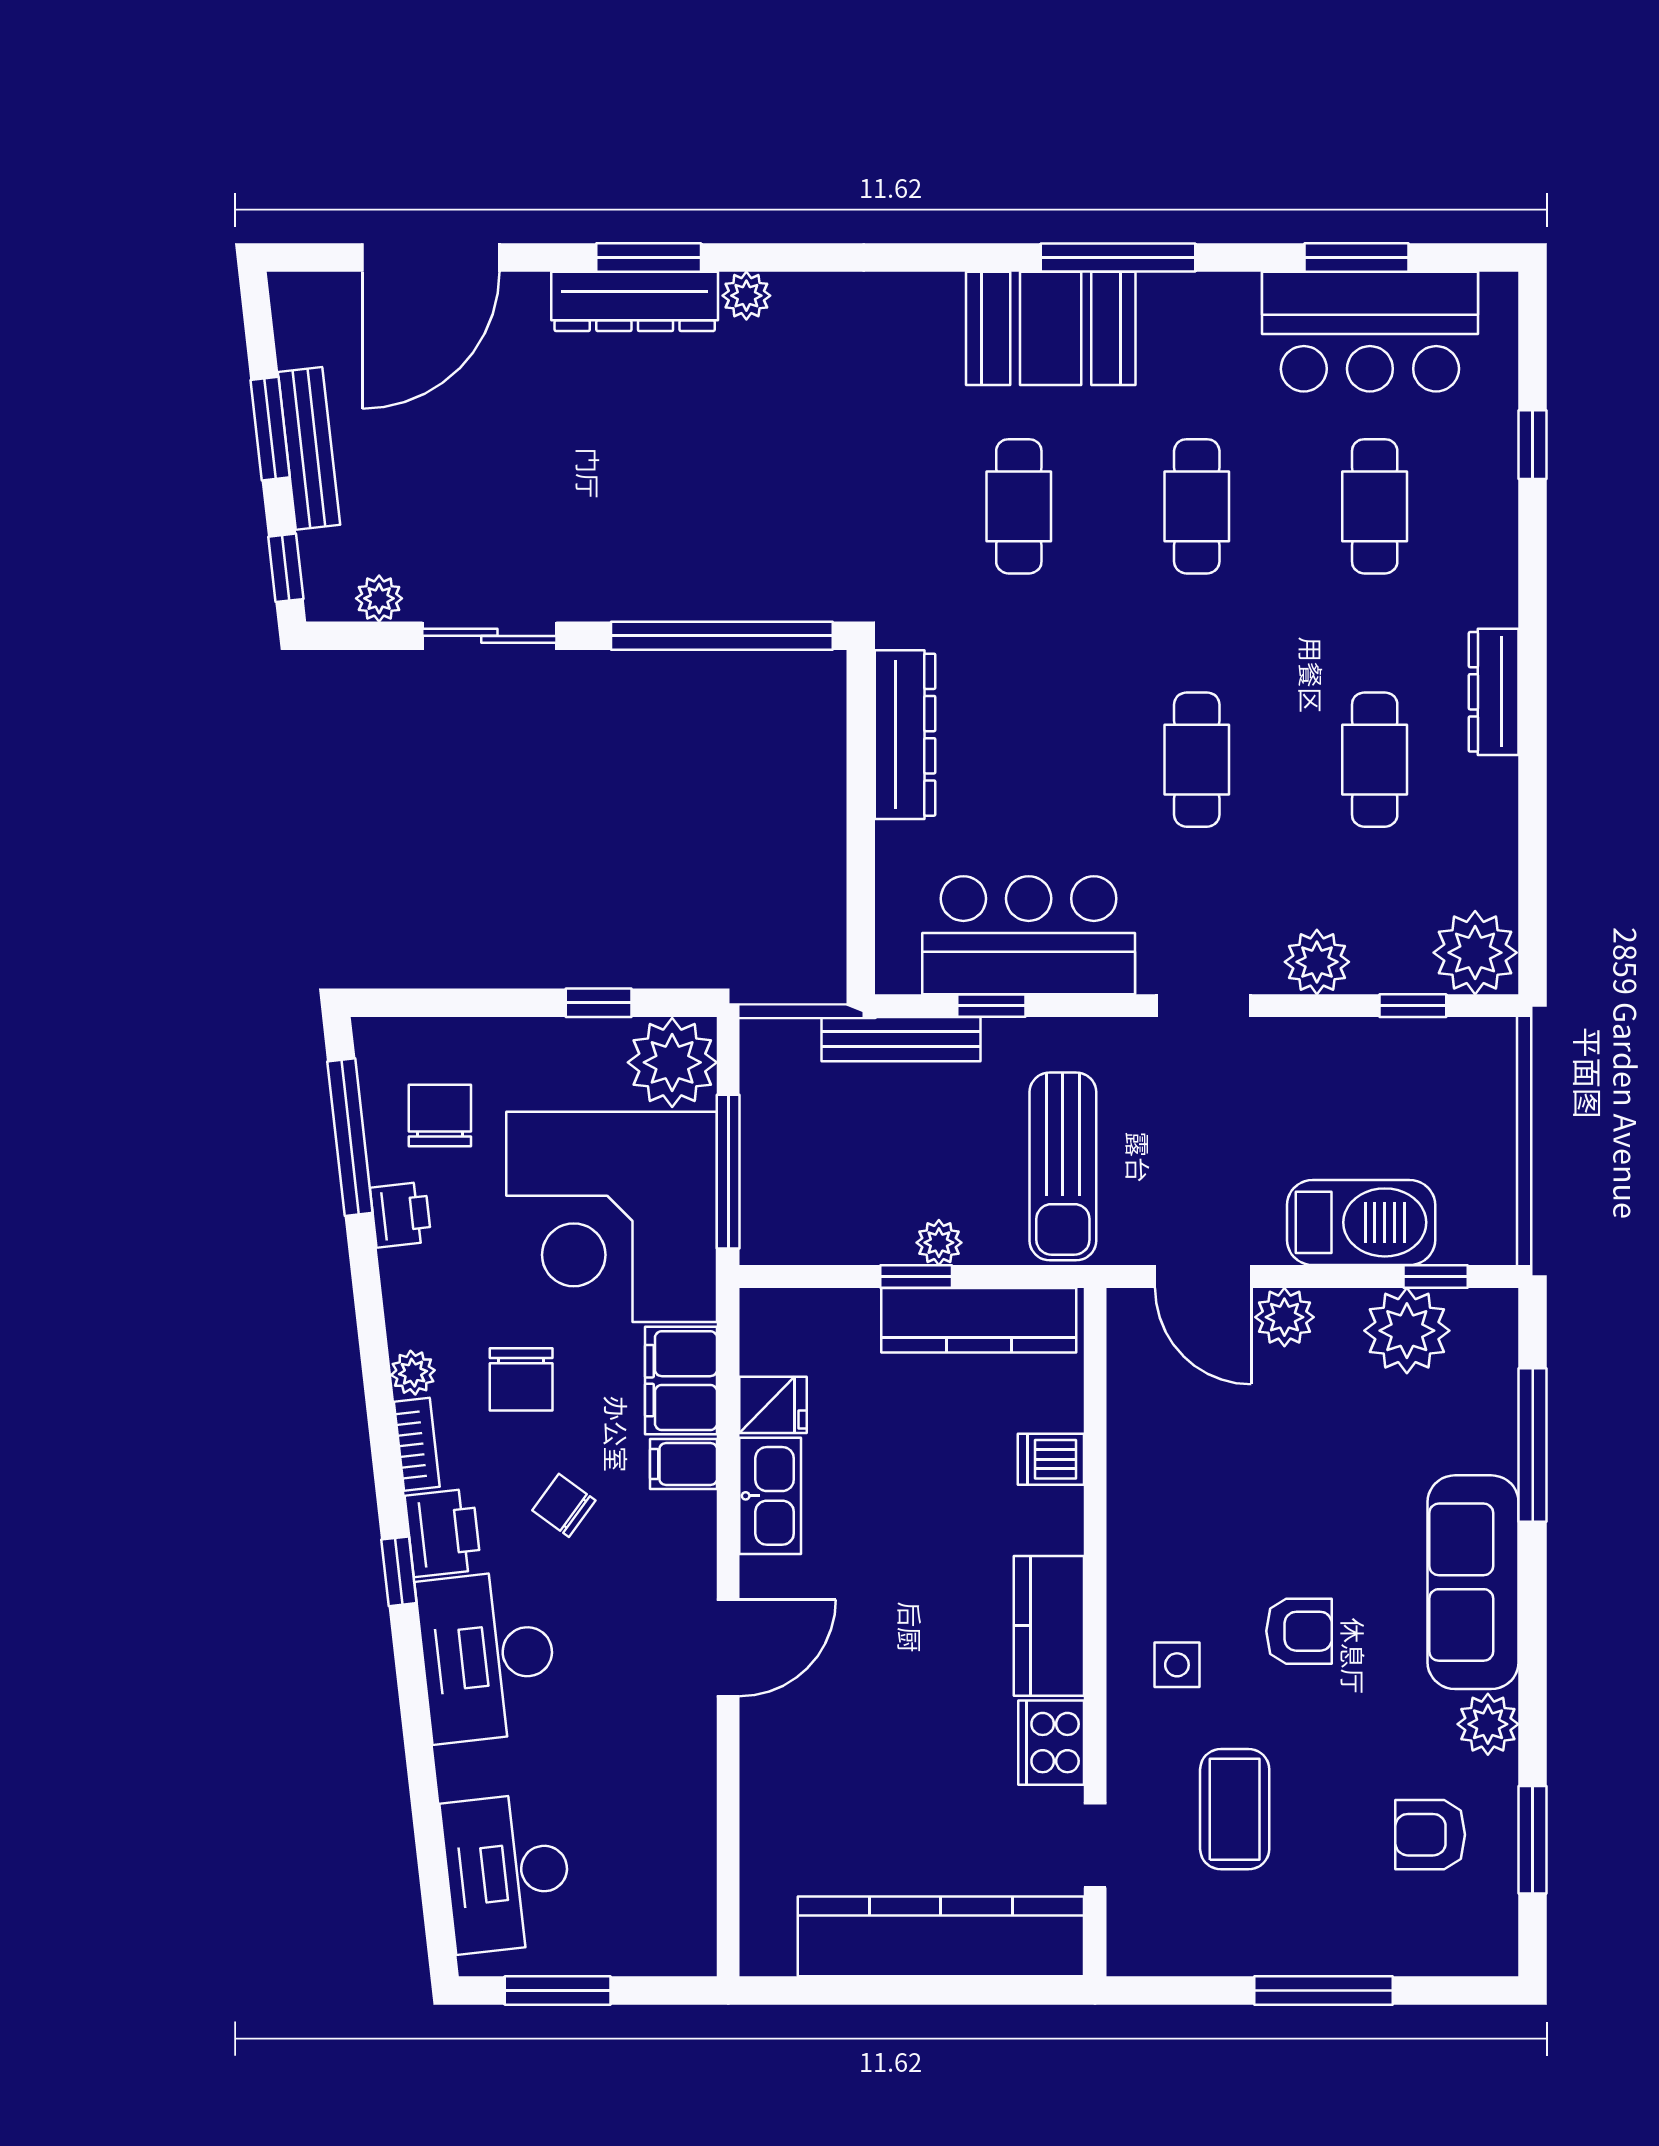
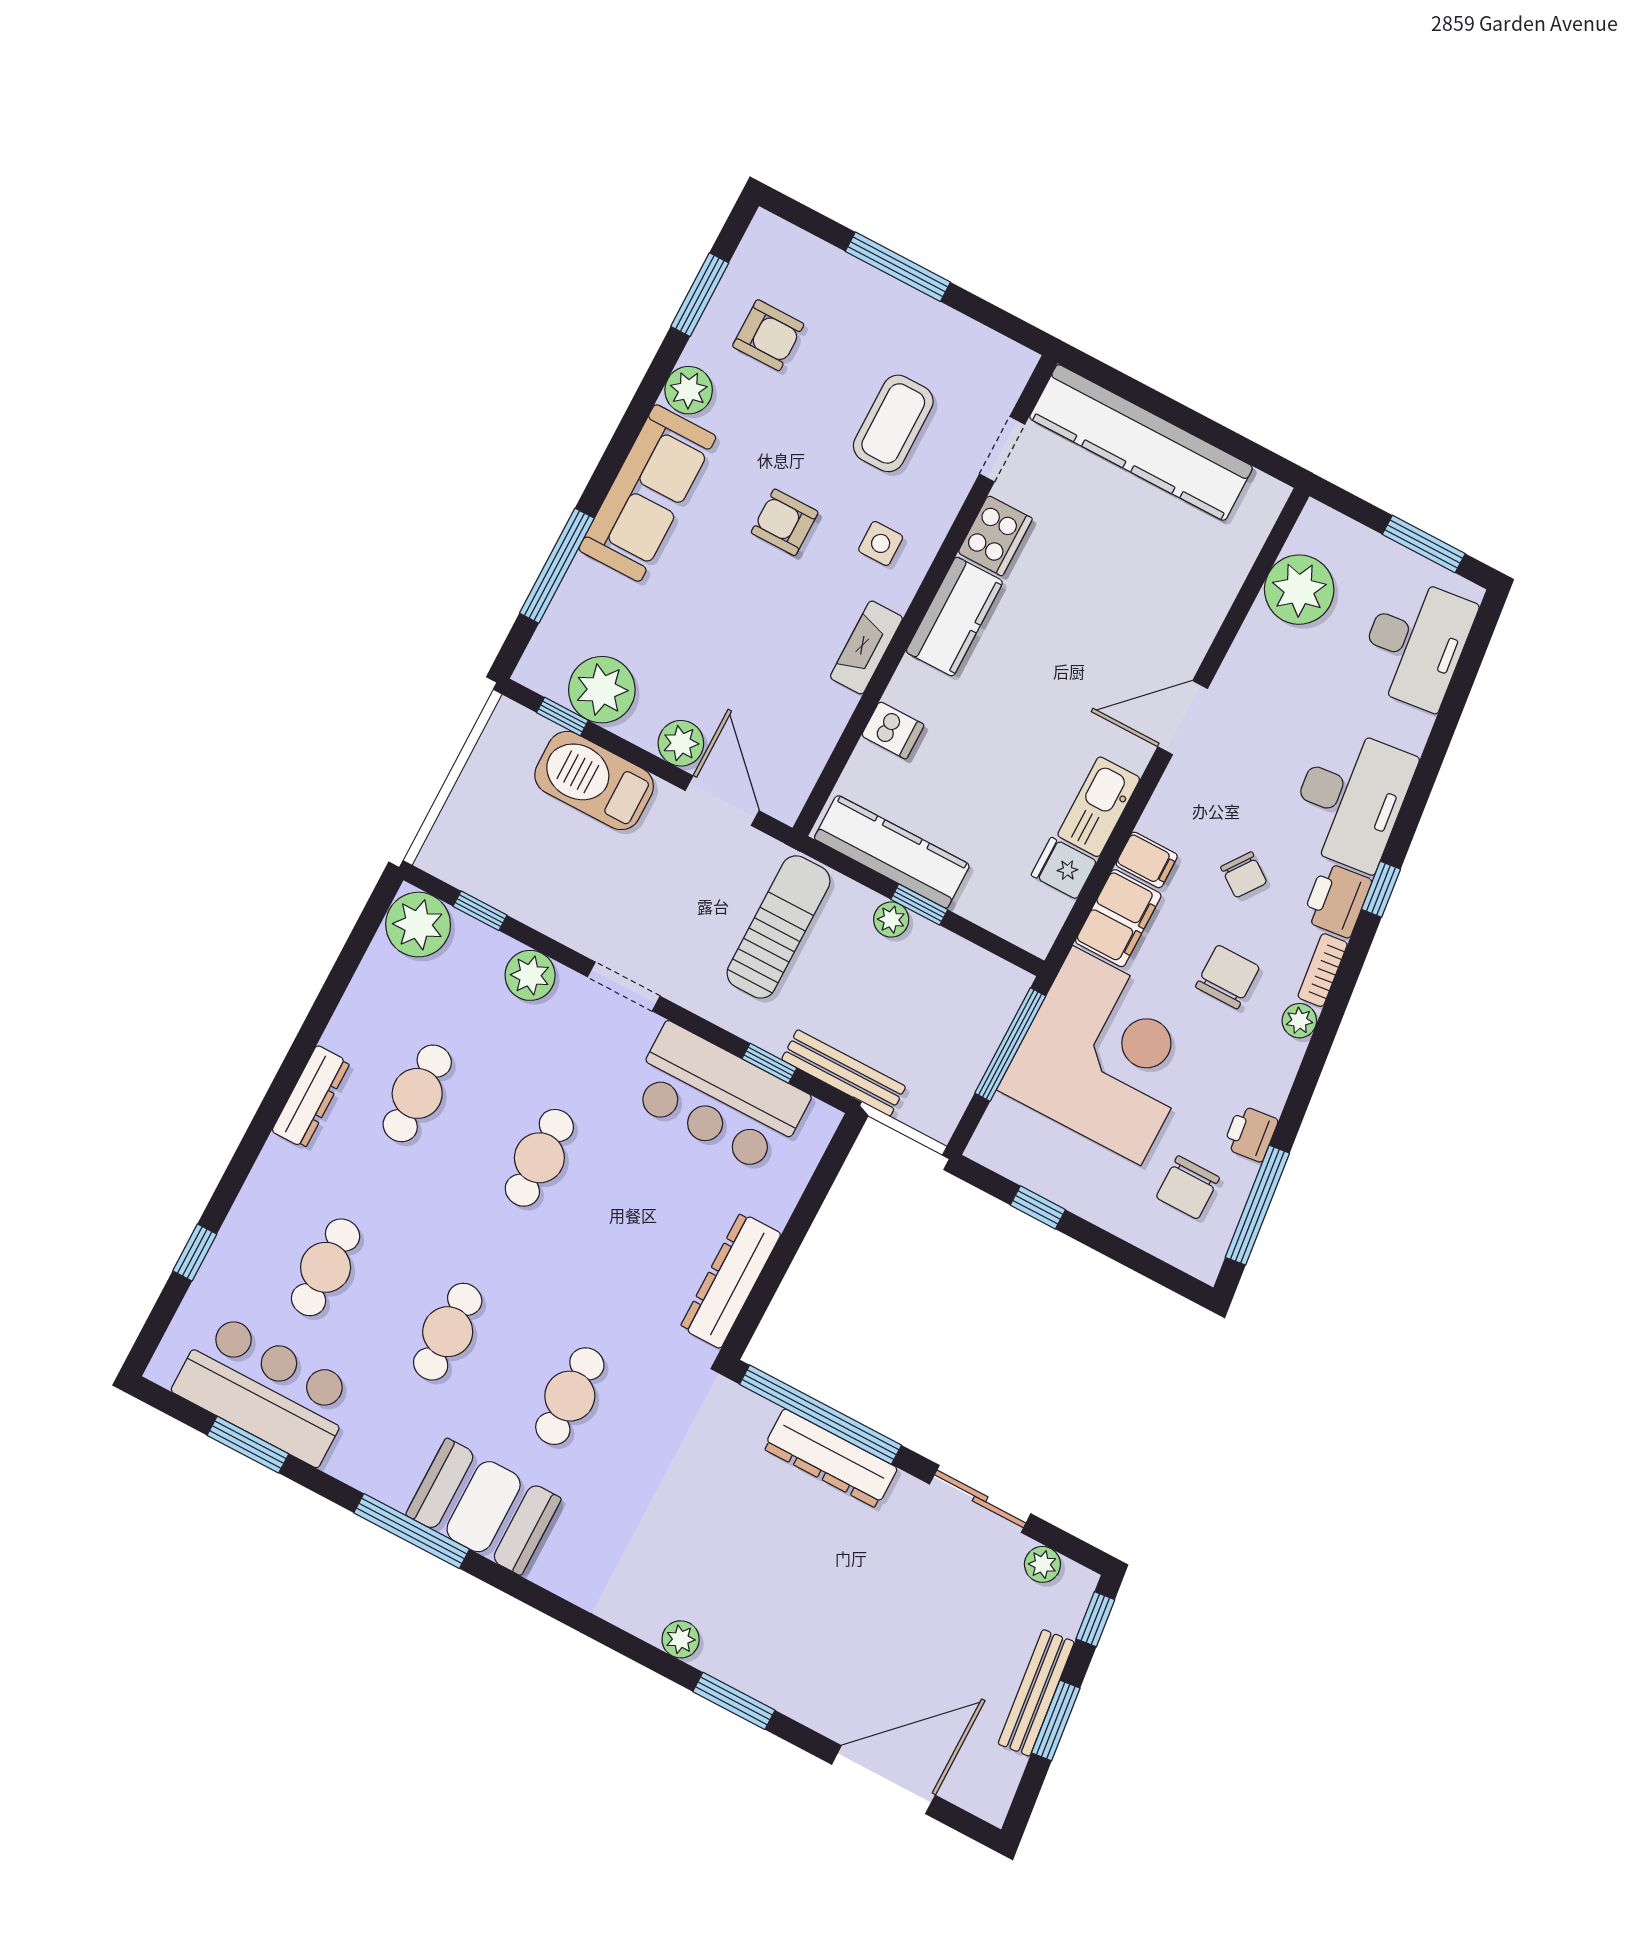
dresser: (635, 301) -> (830, 1458), moved, turned 180
plant: (672, 1062) -> (1299, 590), moved
fireplace: (1131, 1538) -> (866, 647), added

